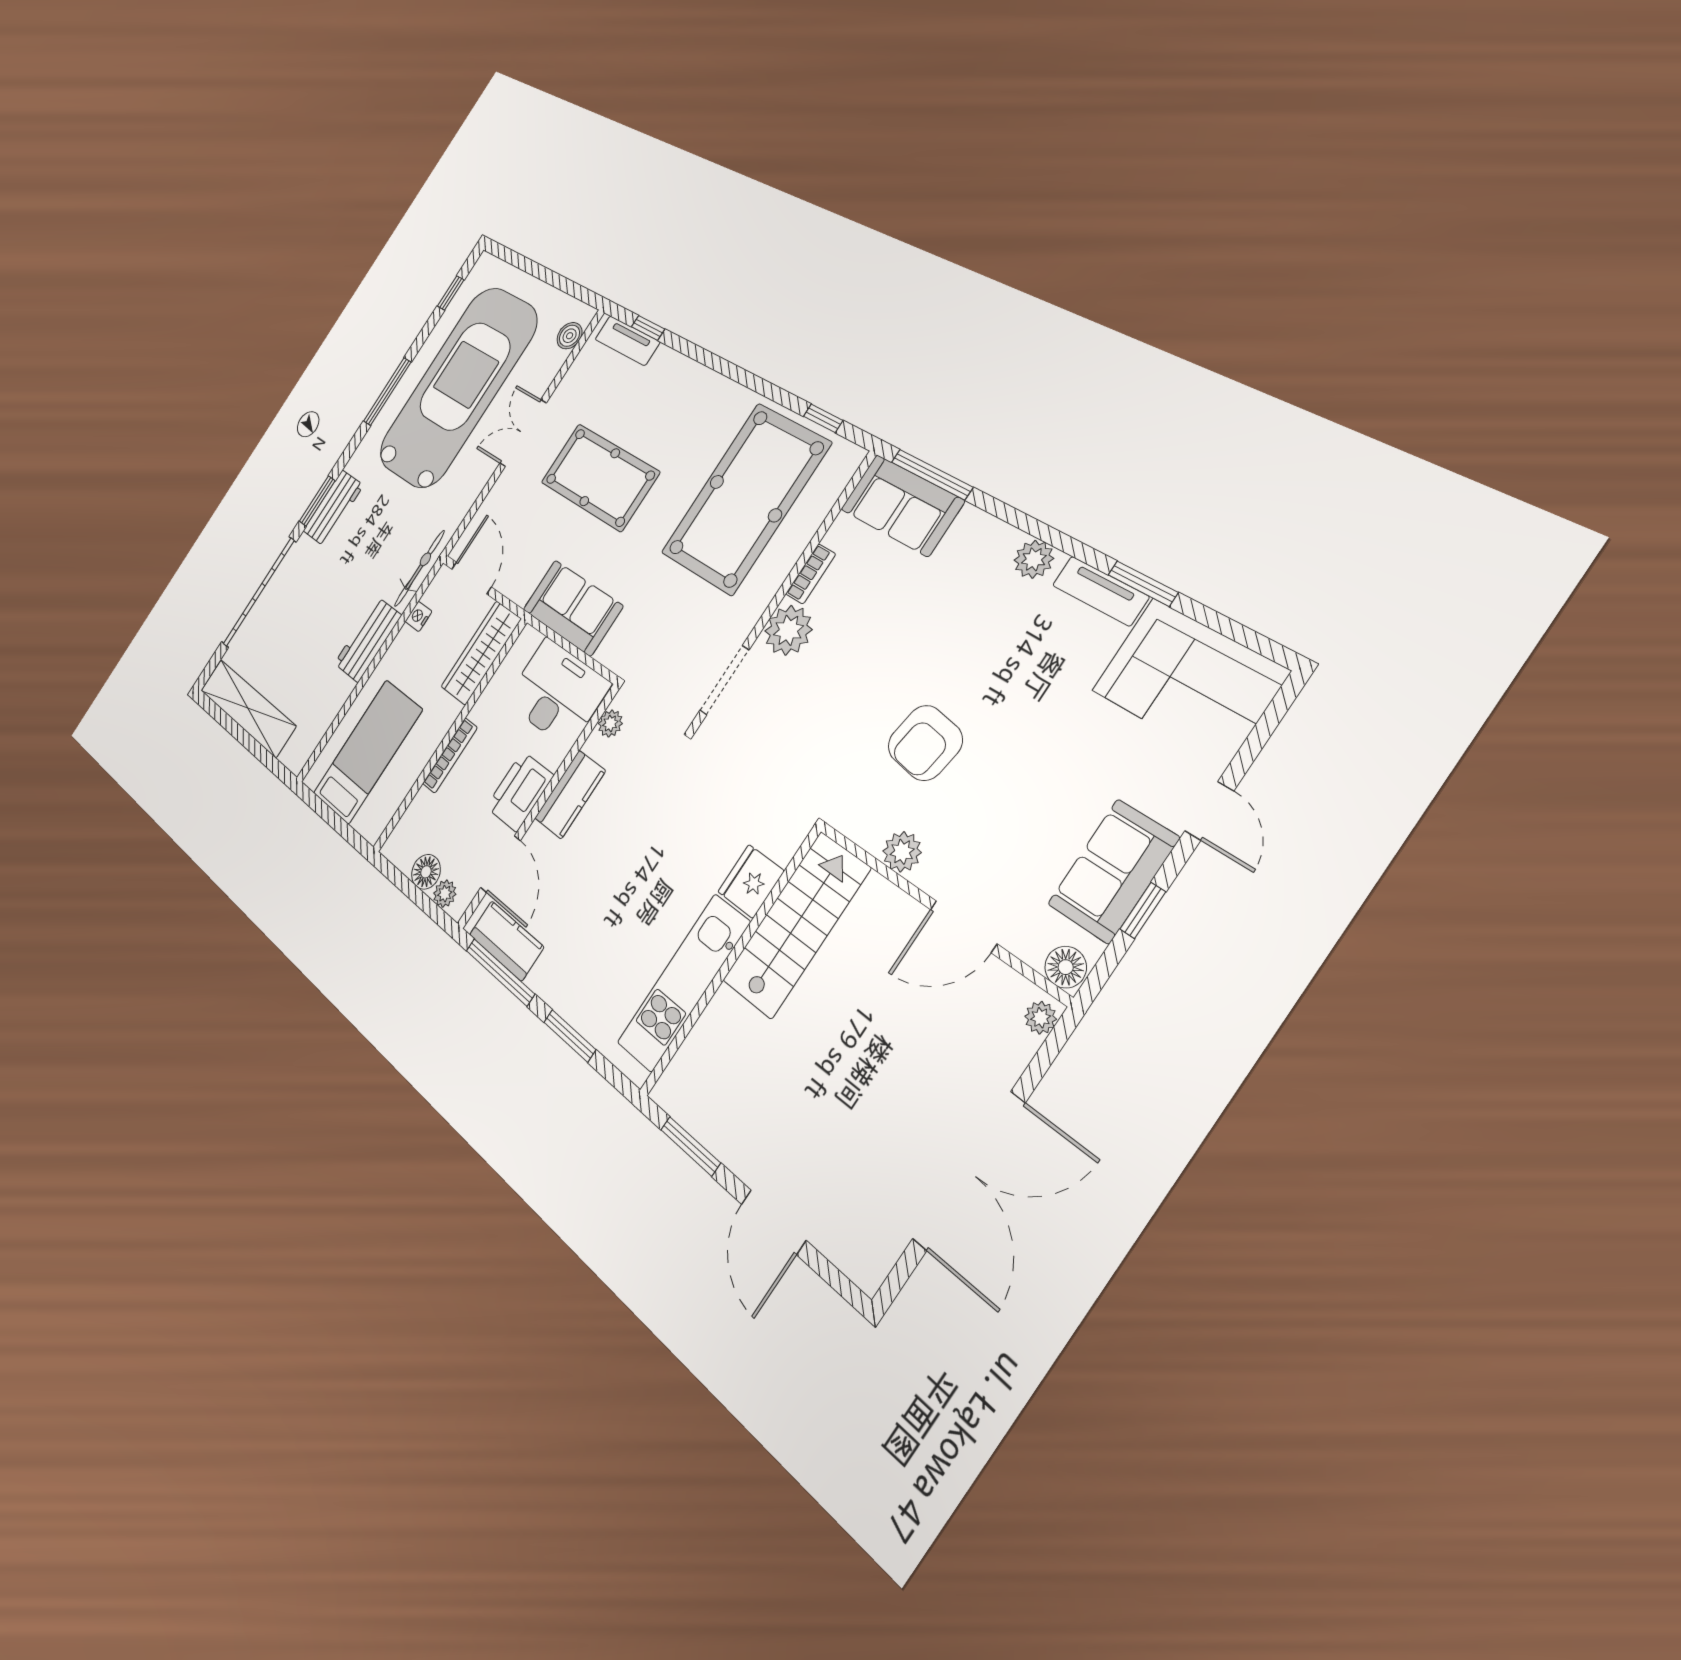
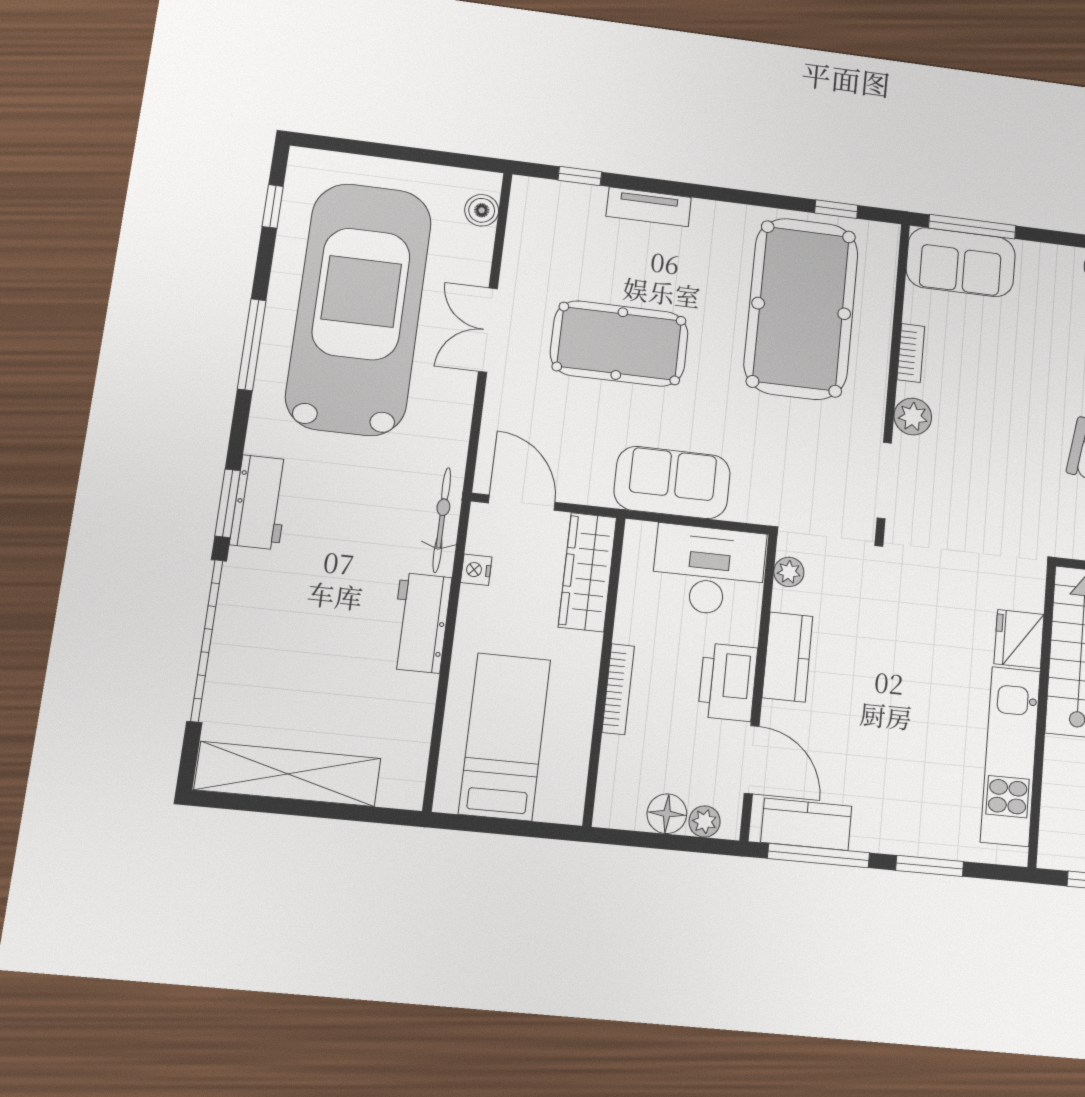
tv unit: (627, 341) -> (649, 207), moved
plant: (788, 630) -> (913, 417), width x0.73, depth x0.73

